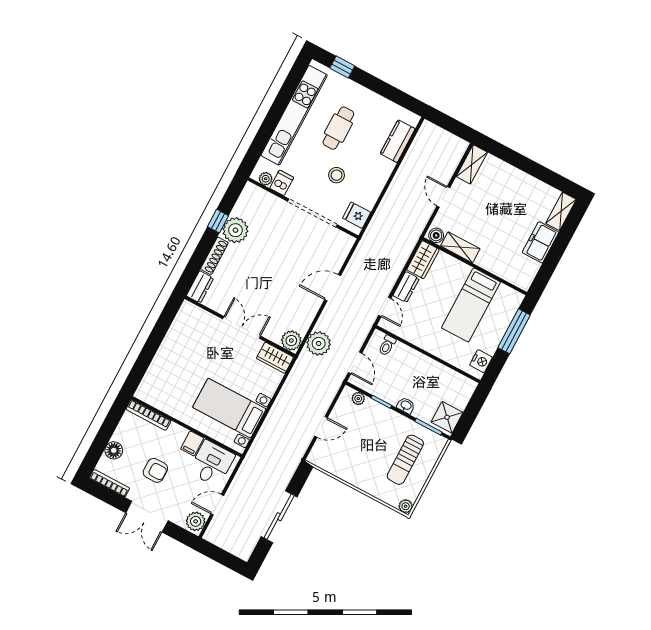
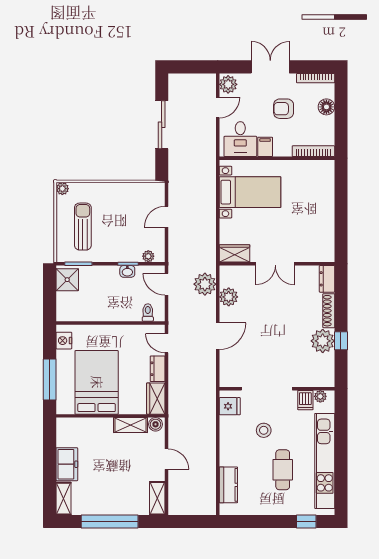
window: (529, 166) -> (110, 522), added
bed: (471, 305) -> (97, 382), width x1.50
plant: (291, 341) -> (229, 297), moved
washbasin: (406, 405) -> (127, 271), moved

